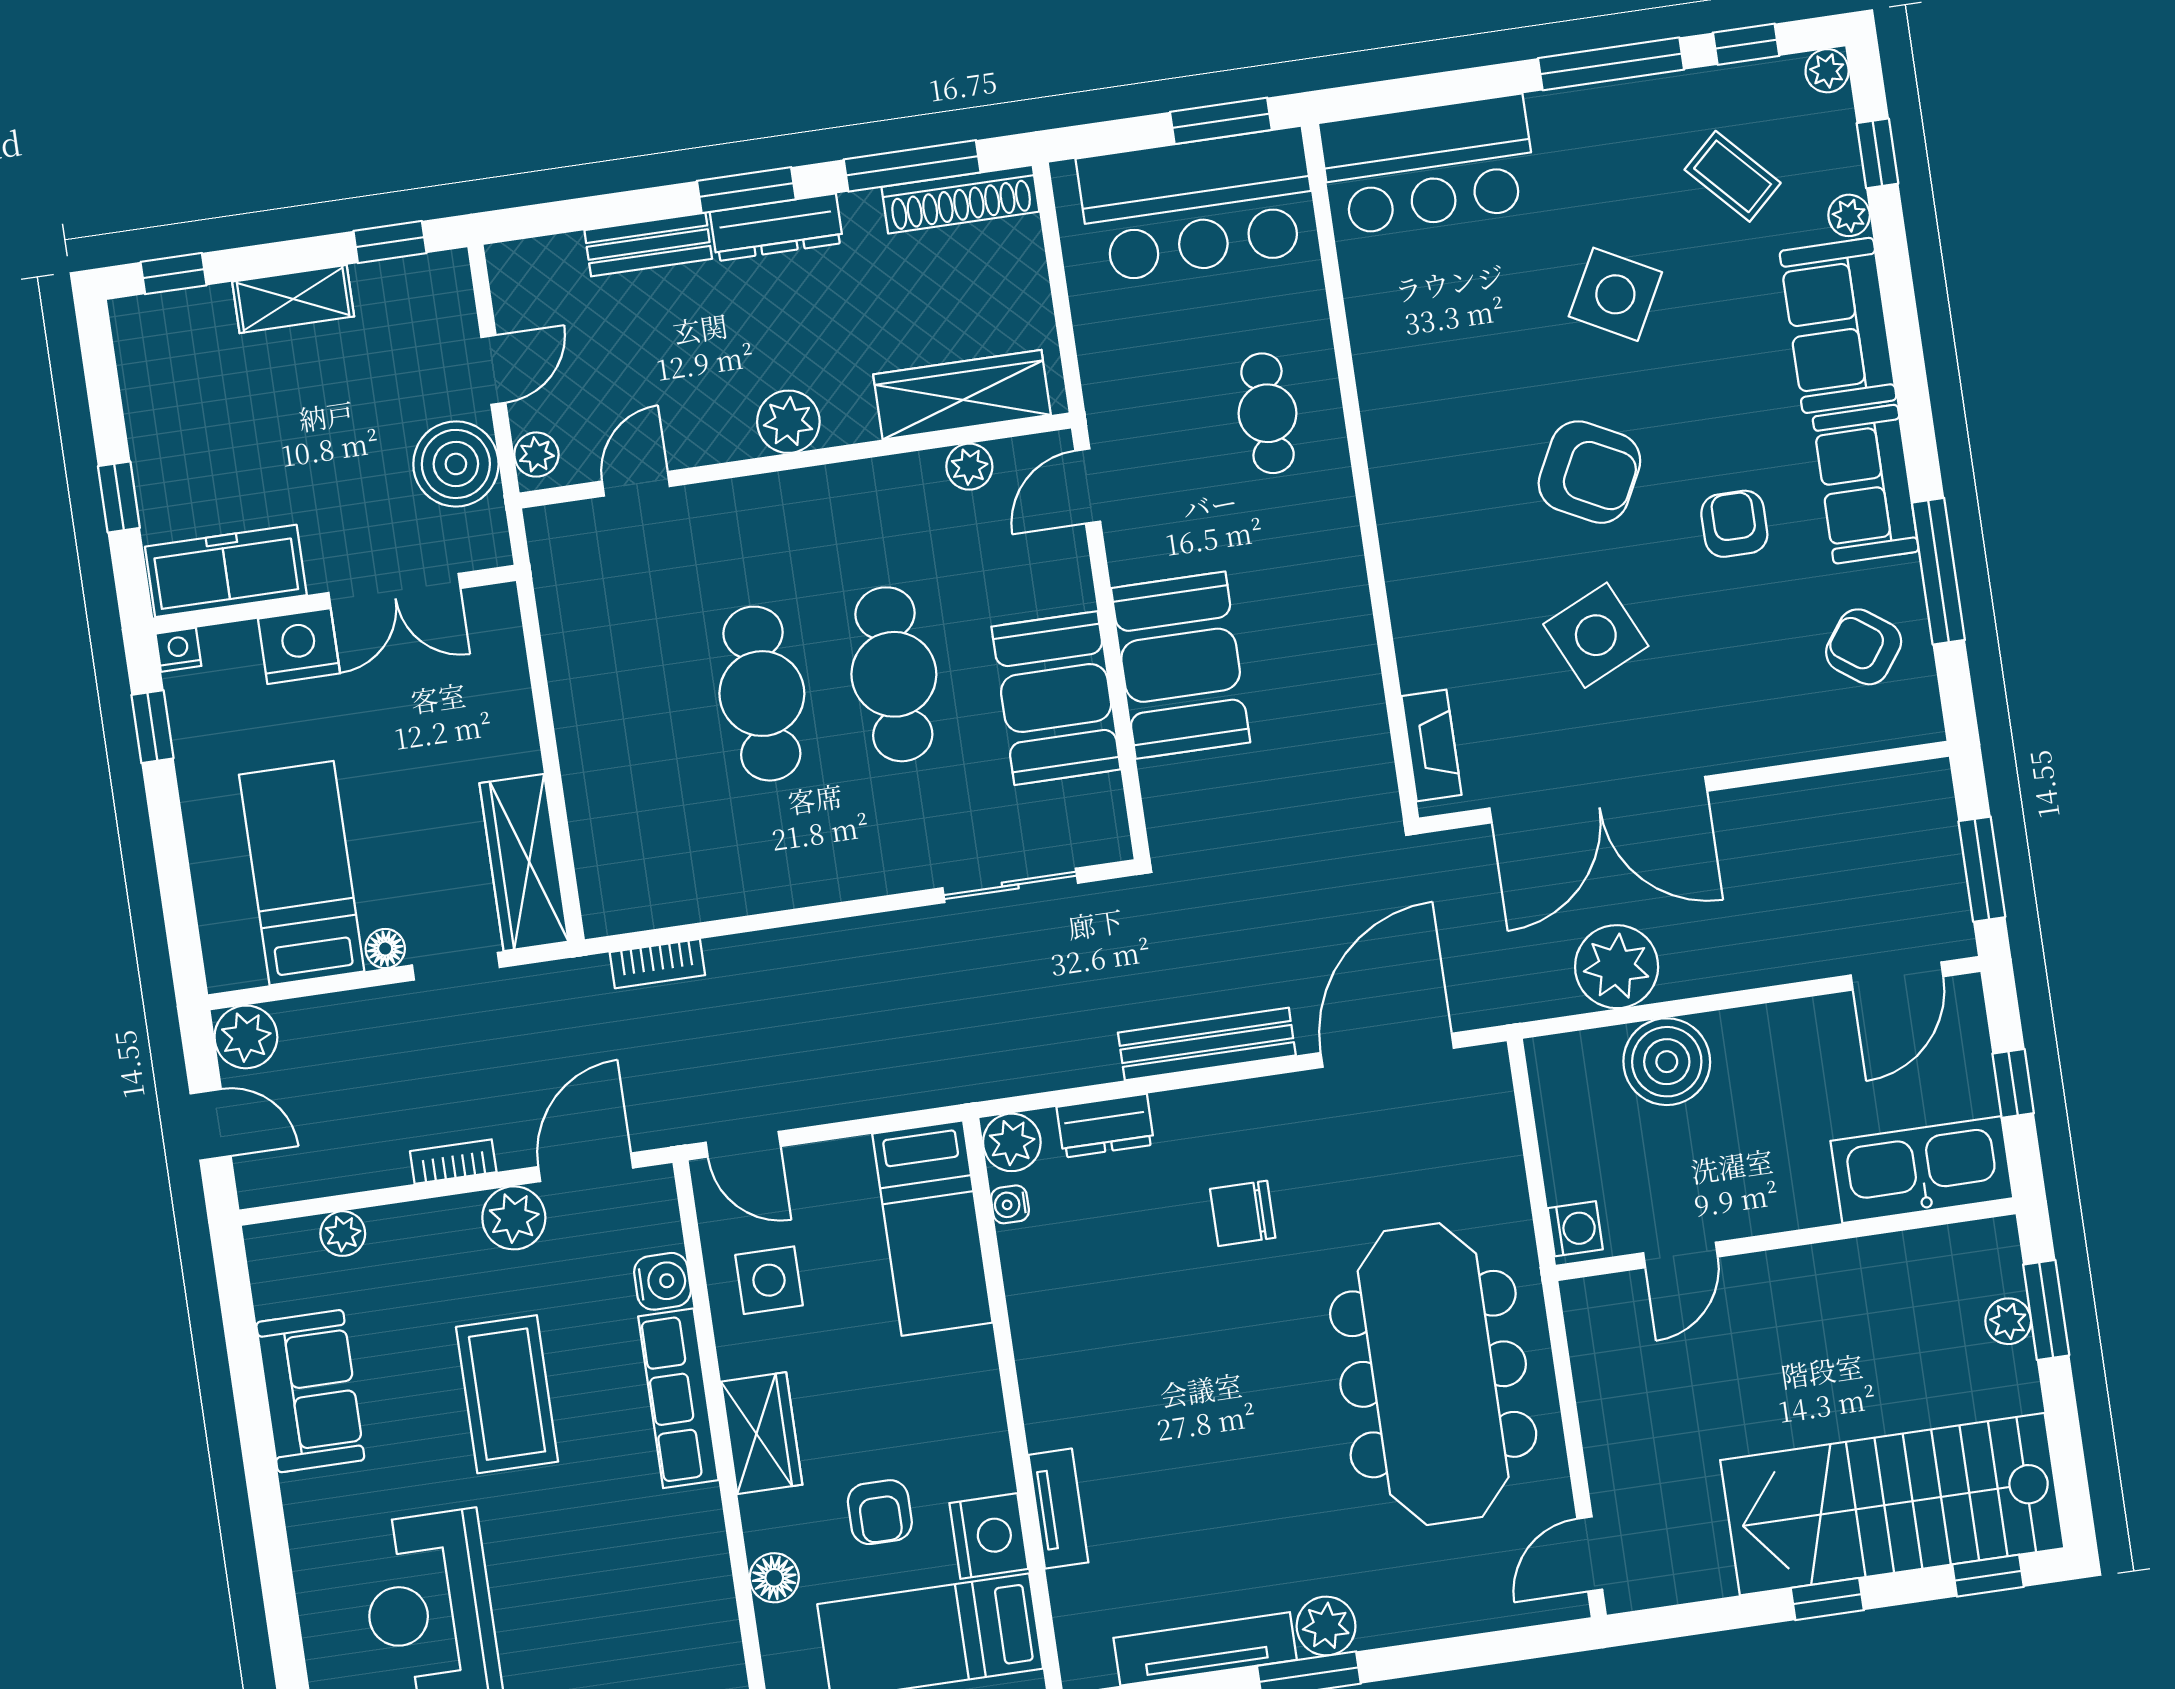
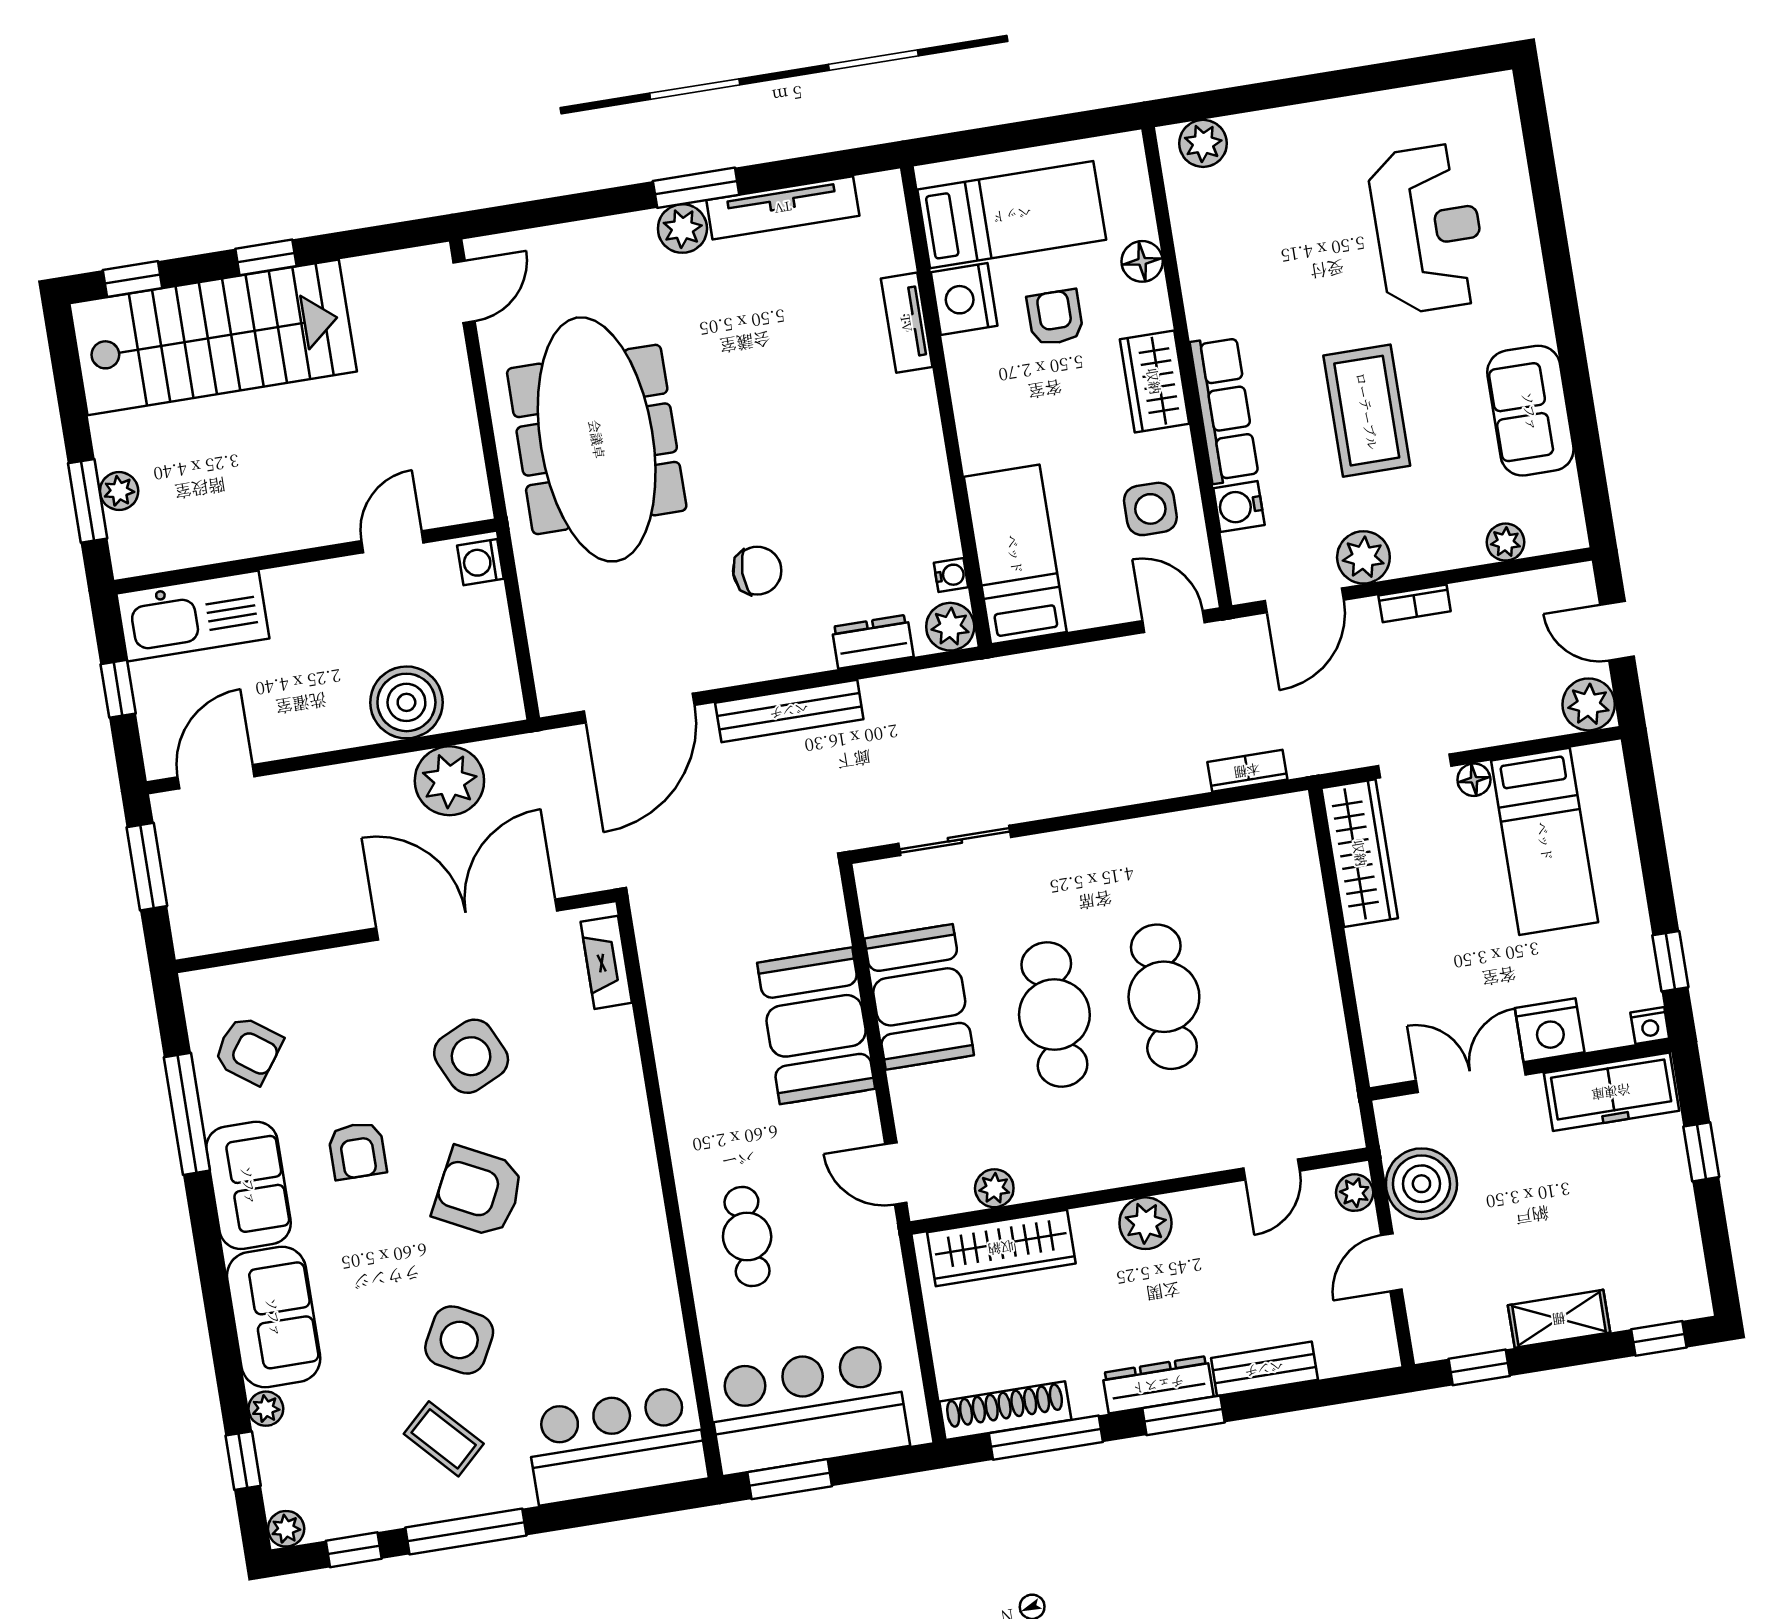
coffee table: (1733, 176) -> (444, 1439), moved
door: (1088, 486) -> (896, 1174), swing flipped

